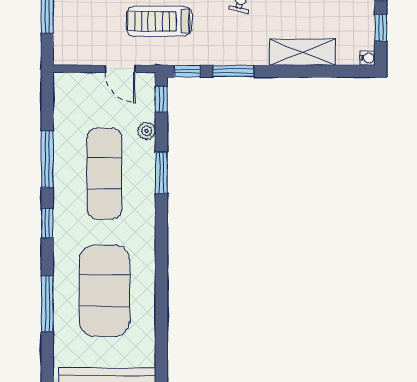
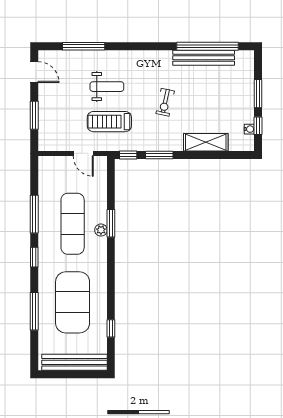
water cooler: (368, 58) -> (249, 129), moved
window: (161, 99) -> (111, 328), moved
plant: (147, 131) -> (101, 230), moved

